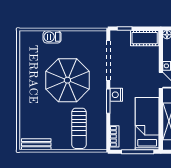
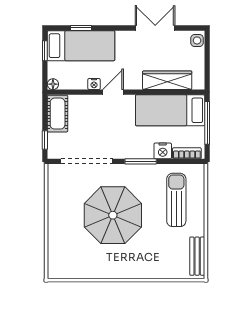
barbecue: (52, 37) -> (56, 235), removed
nightstand: (116, 95) -> (163, 151), moved
sun lounger: (79, 128) -> (176, 200), turned -90

